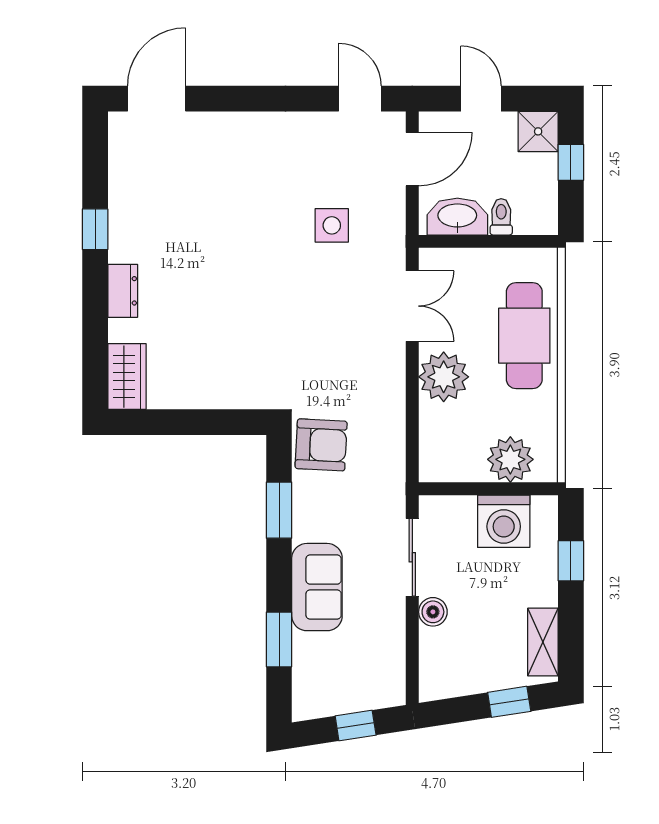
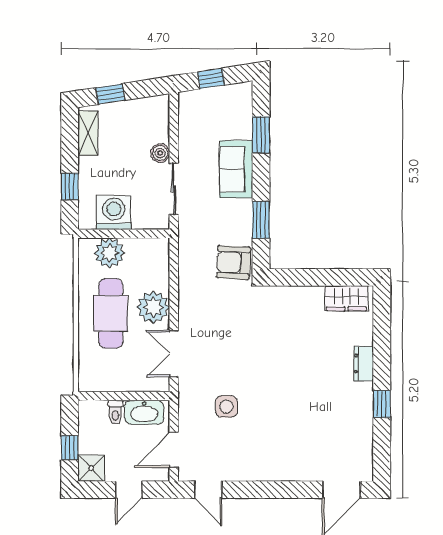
door: (481, 99) -> (129, 490), hinge flipped
cafe table: (524, 336) -> (111, 313), moved
wardrobe: (127, 377) -> (346, 298), moved, turned -90

